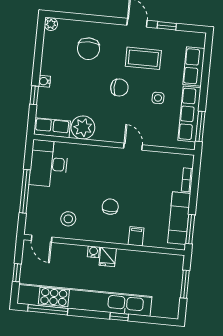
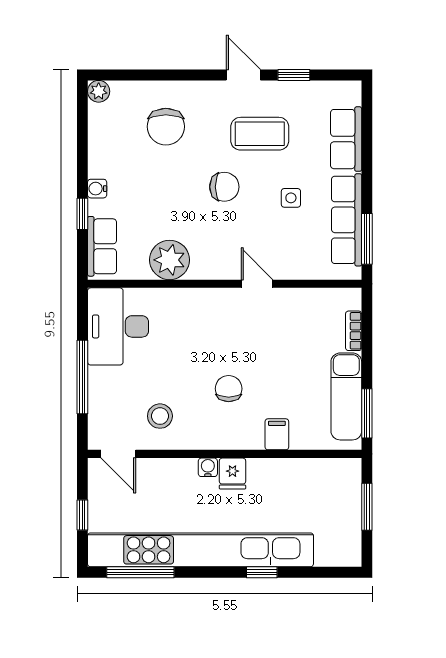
row of seats: (52, 128) -> (102, 246), moved, turned 90

